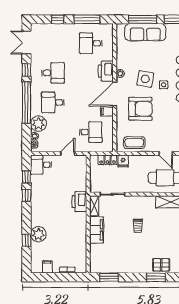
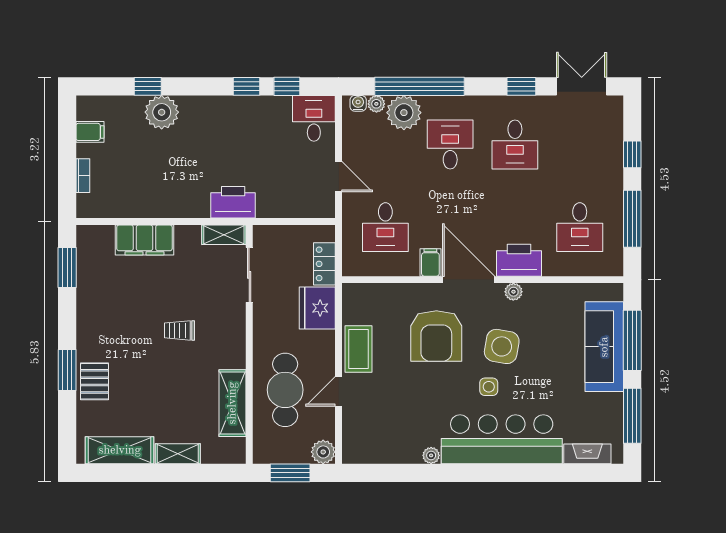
desk: (91, 43) -> (580, 227), turned 180
window: (26, 102) -> (419, 86), moved
coffee table: (134, 143) -> (359, 349), moved
fridge: (123, 161) -> (317, 308), width x1.88, depth x1.34
filing cabinet: (97, 230) -> (144, 240), moved

